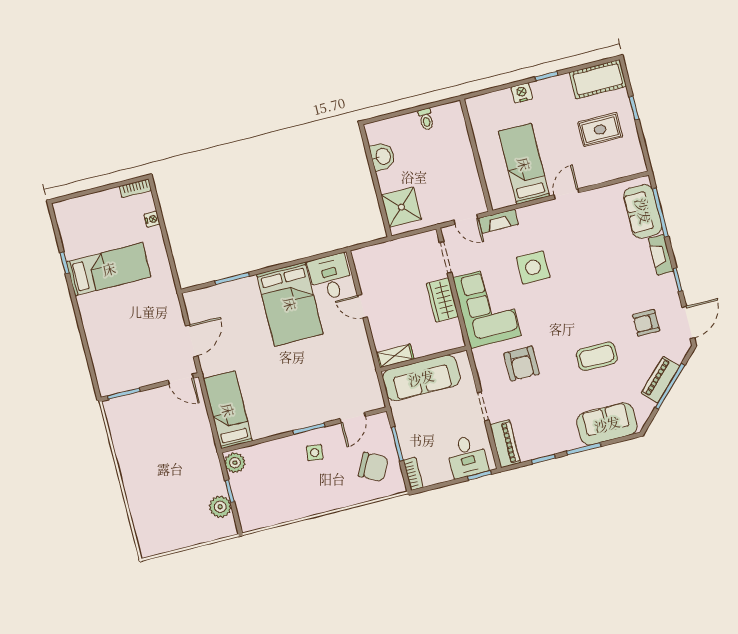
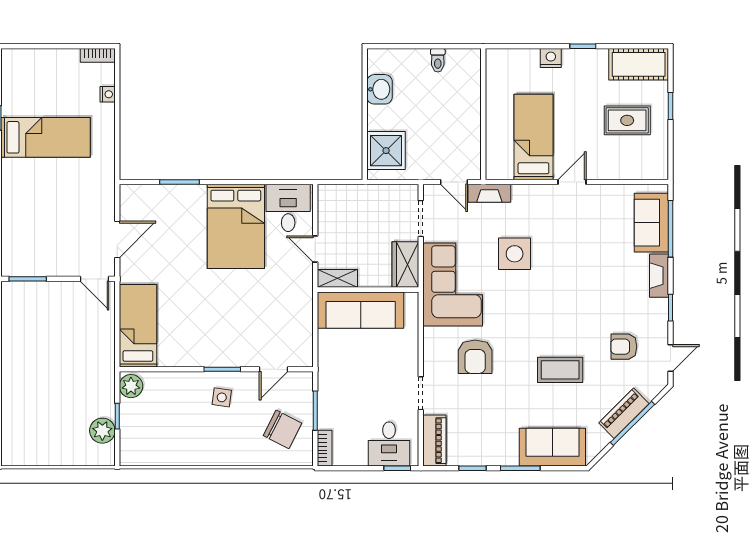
door: (688, 323) -> (670, 358), width x0.73
shelving: (395, 356) -> (337, 278), moved
wall: (423, 359) -> (368, 290), moved
sofa: (421, 378) -> (361, 310), moved

